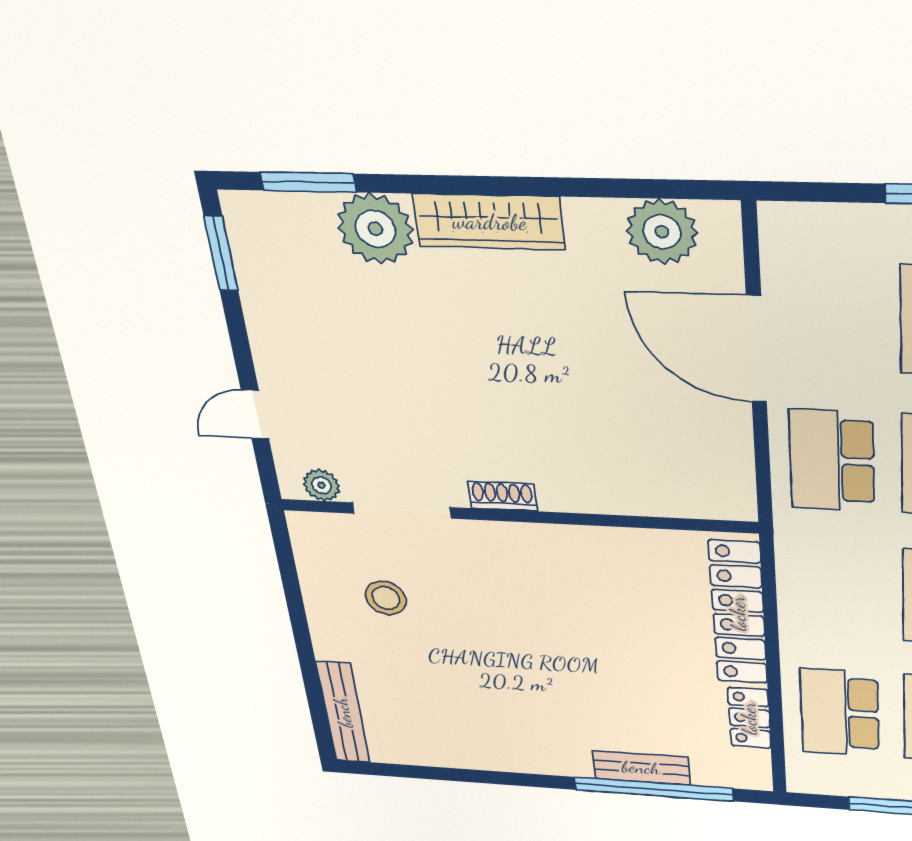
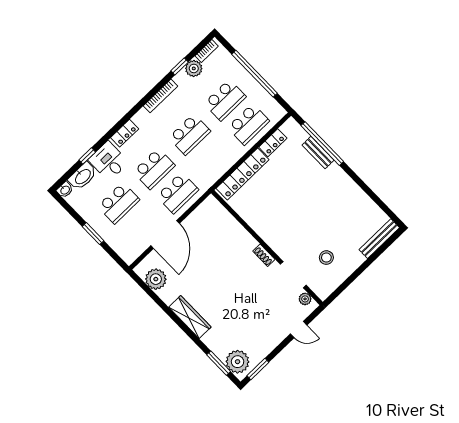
plant: (375, 229) -> (238, 362), moved

